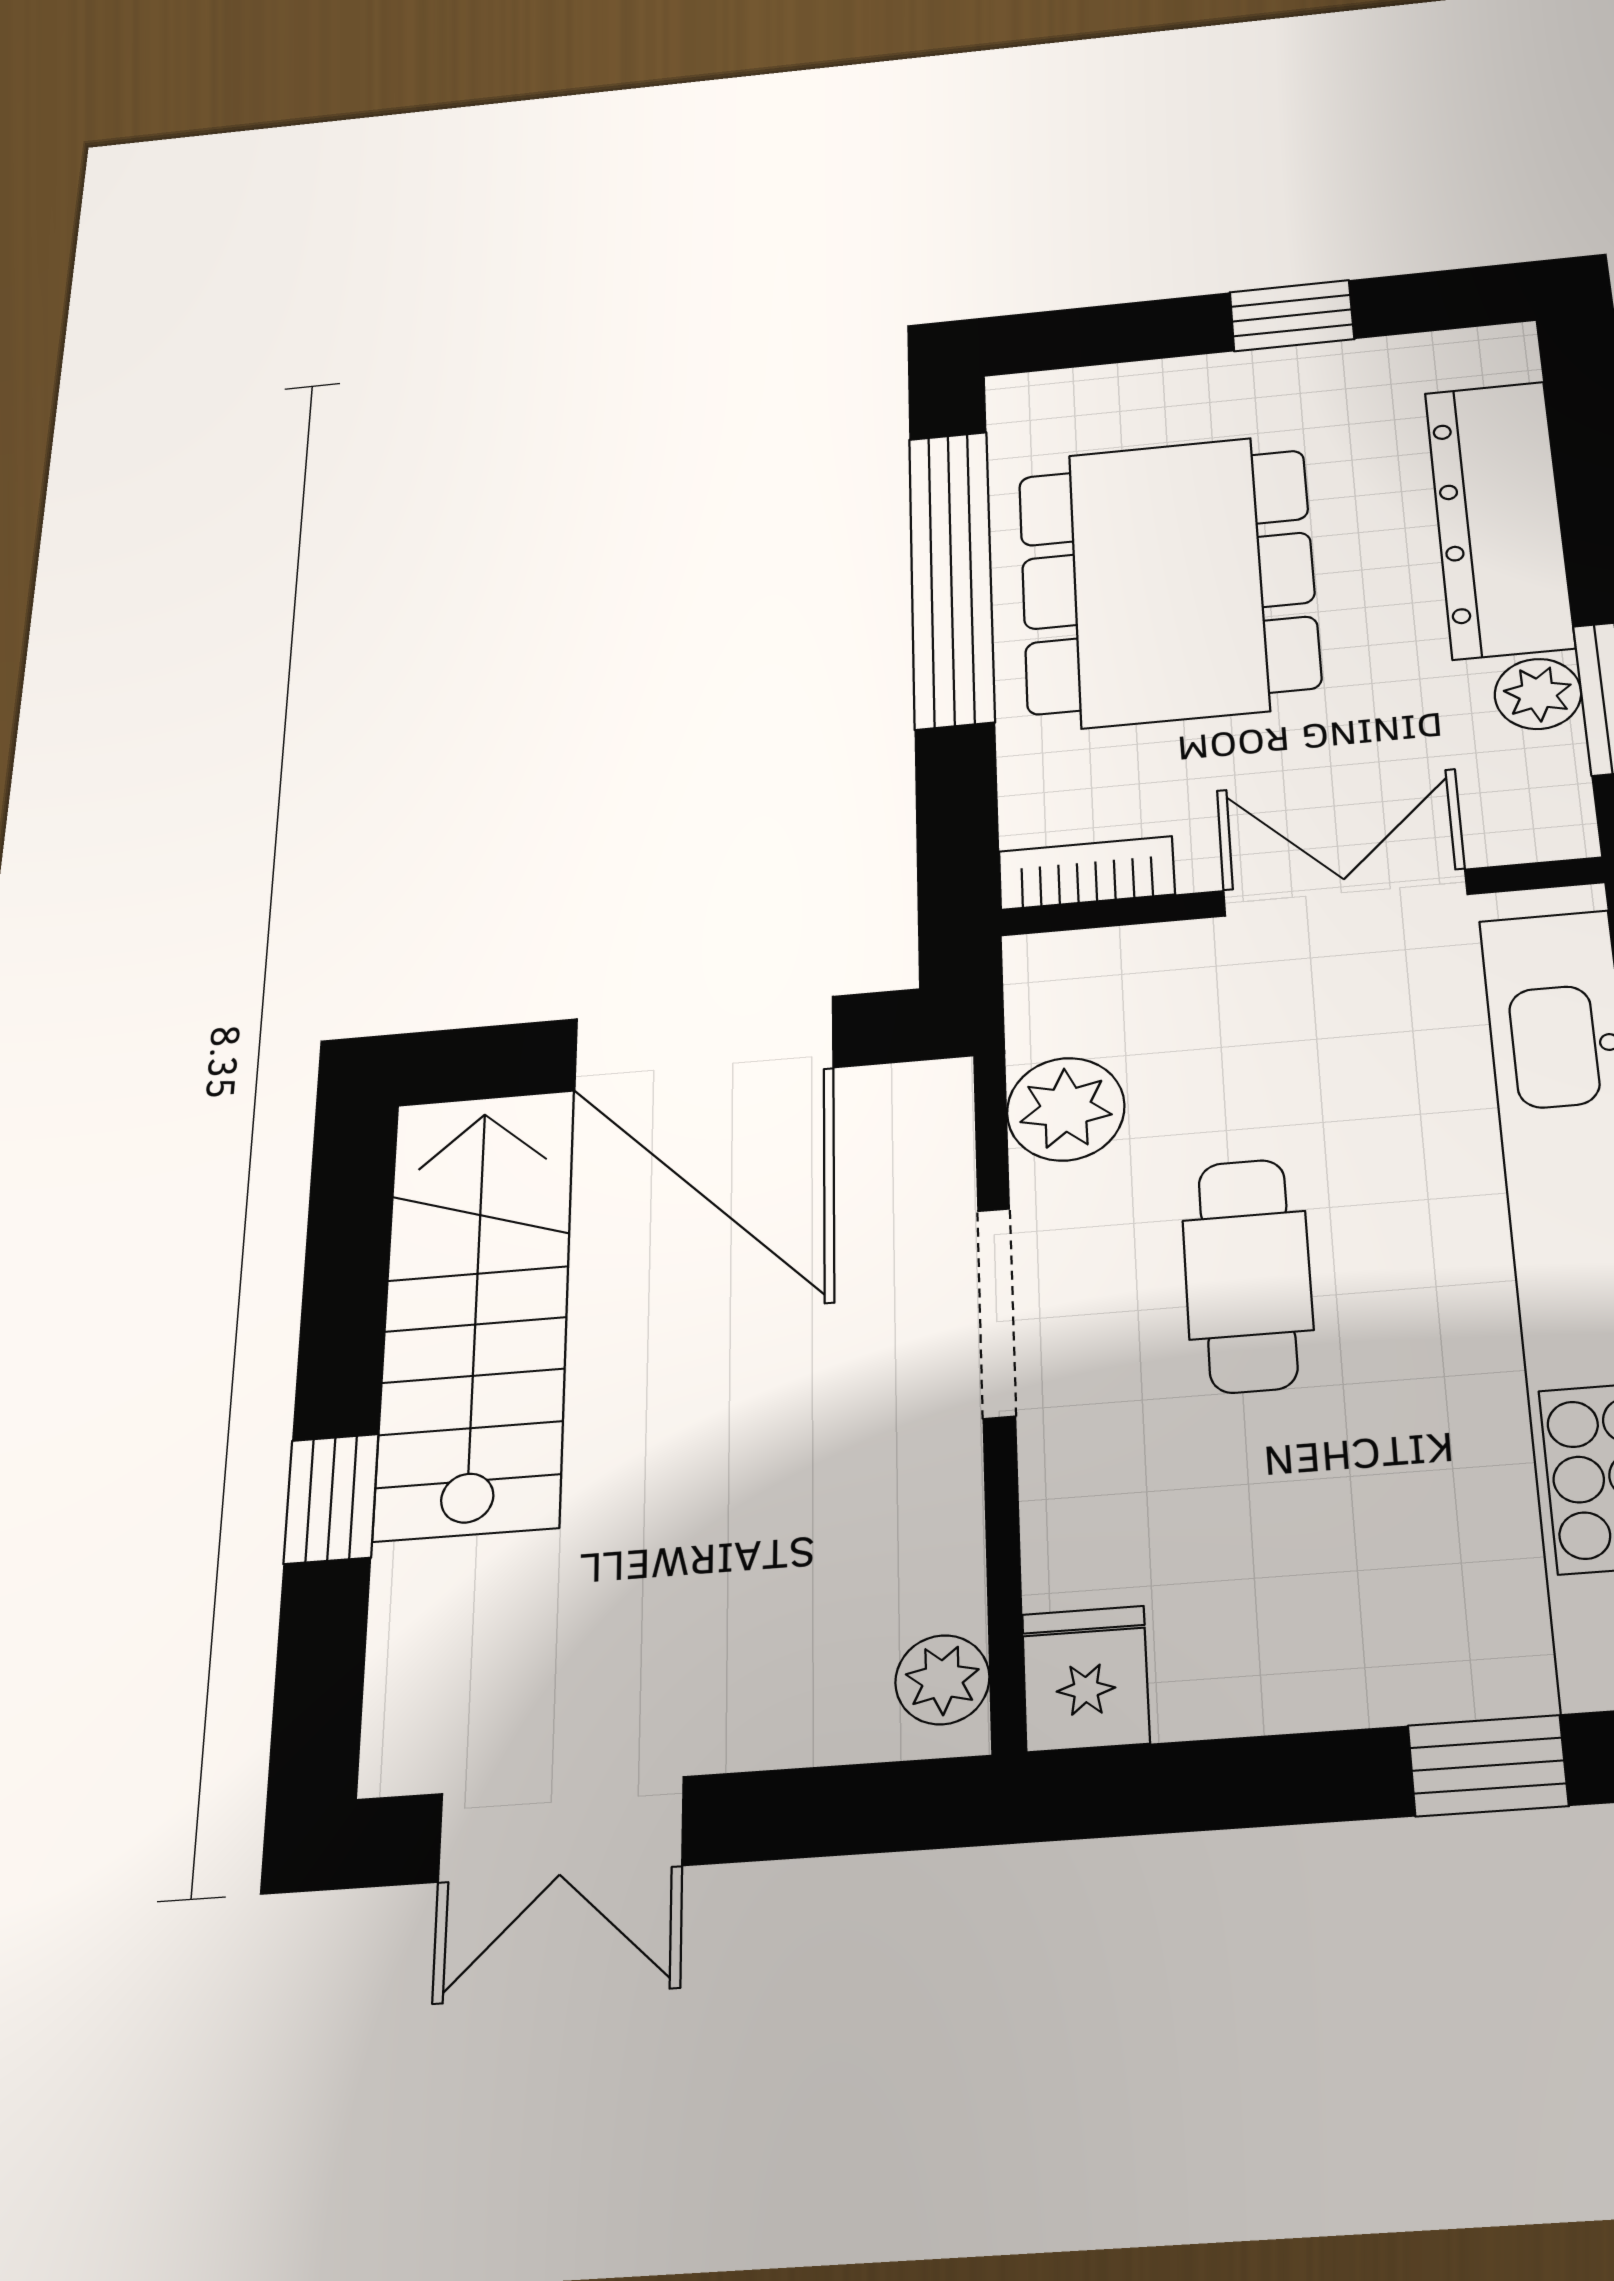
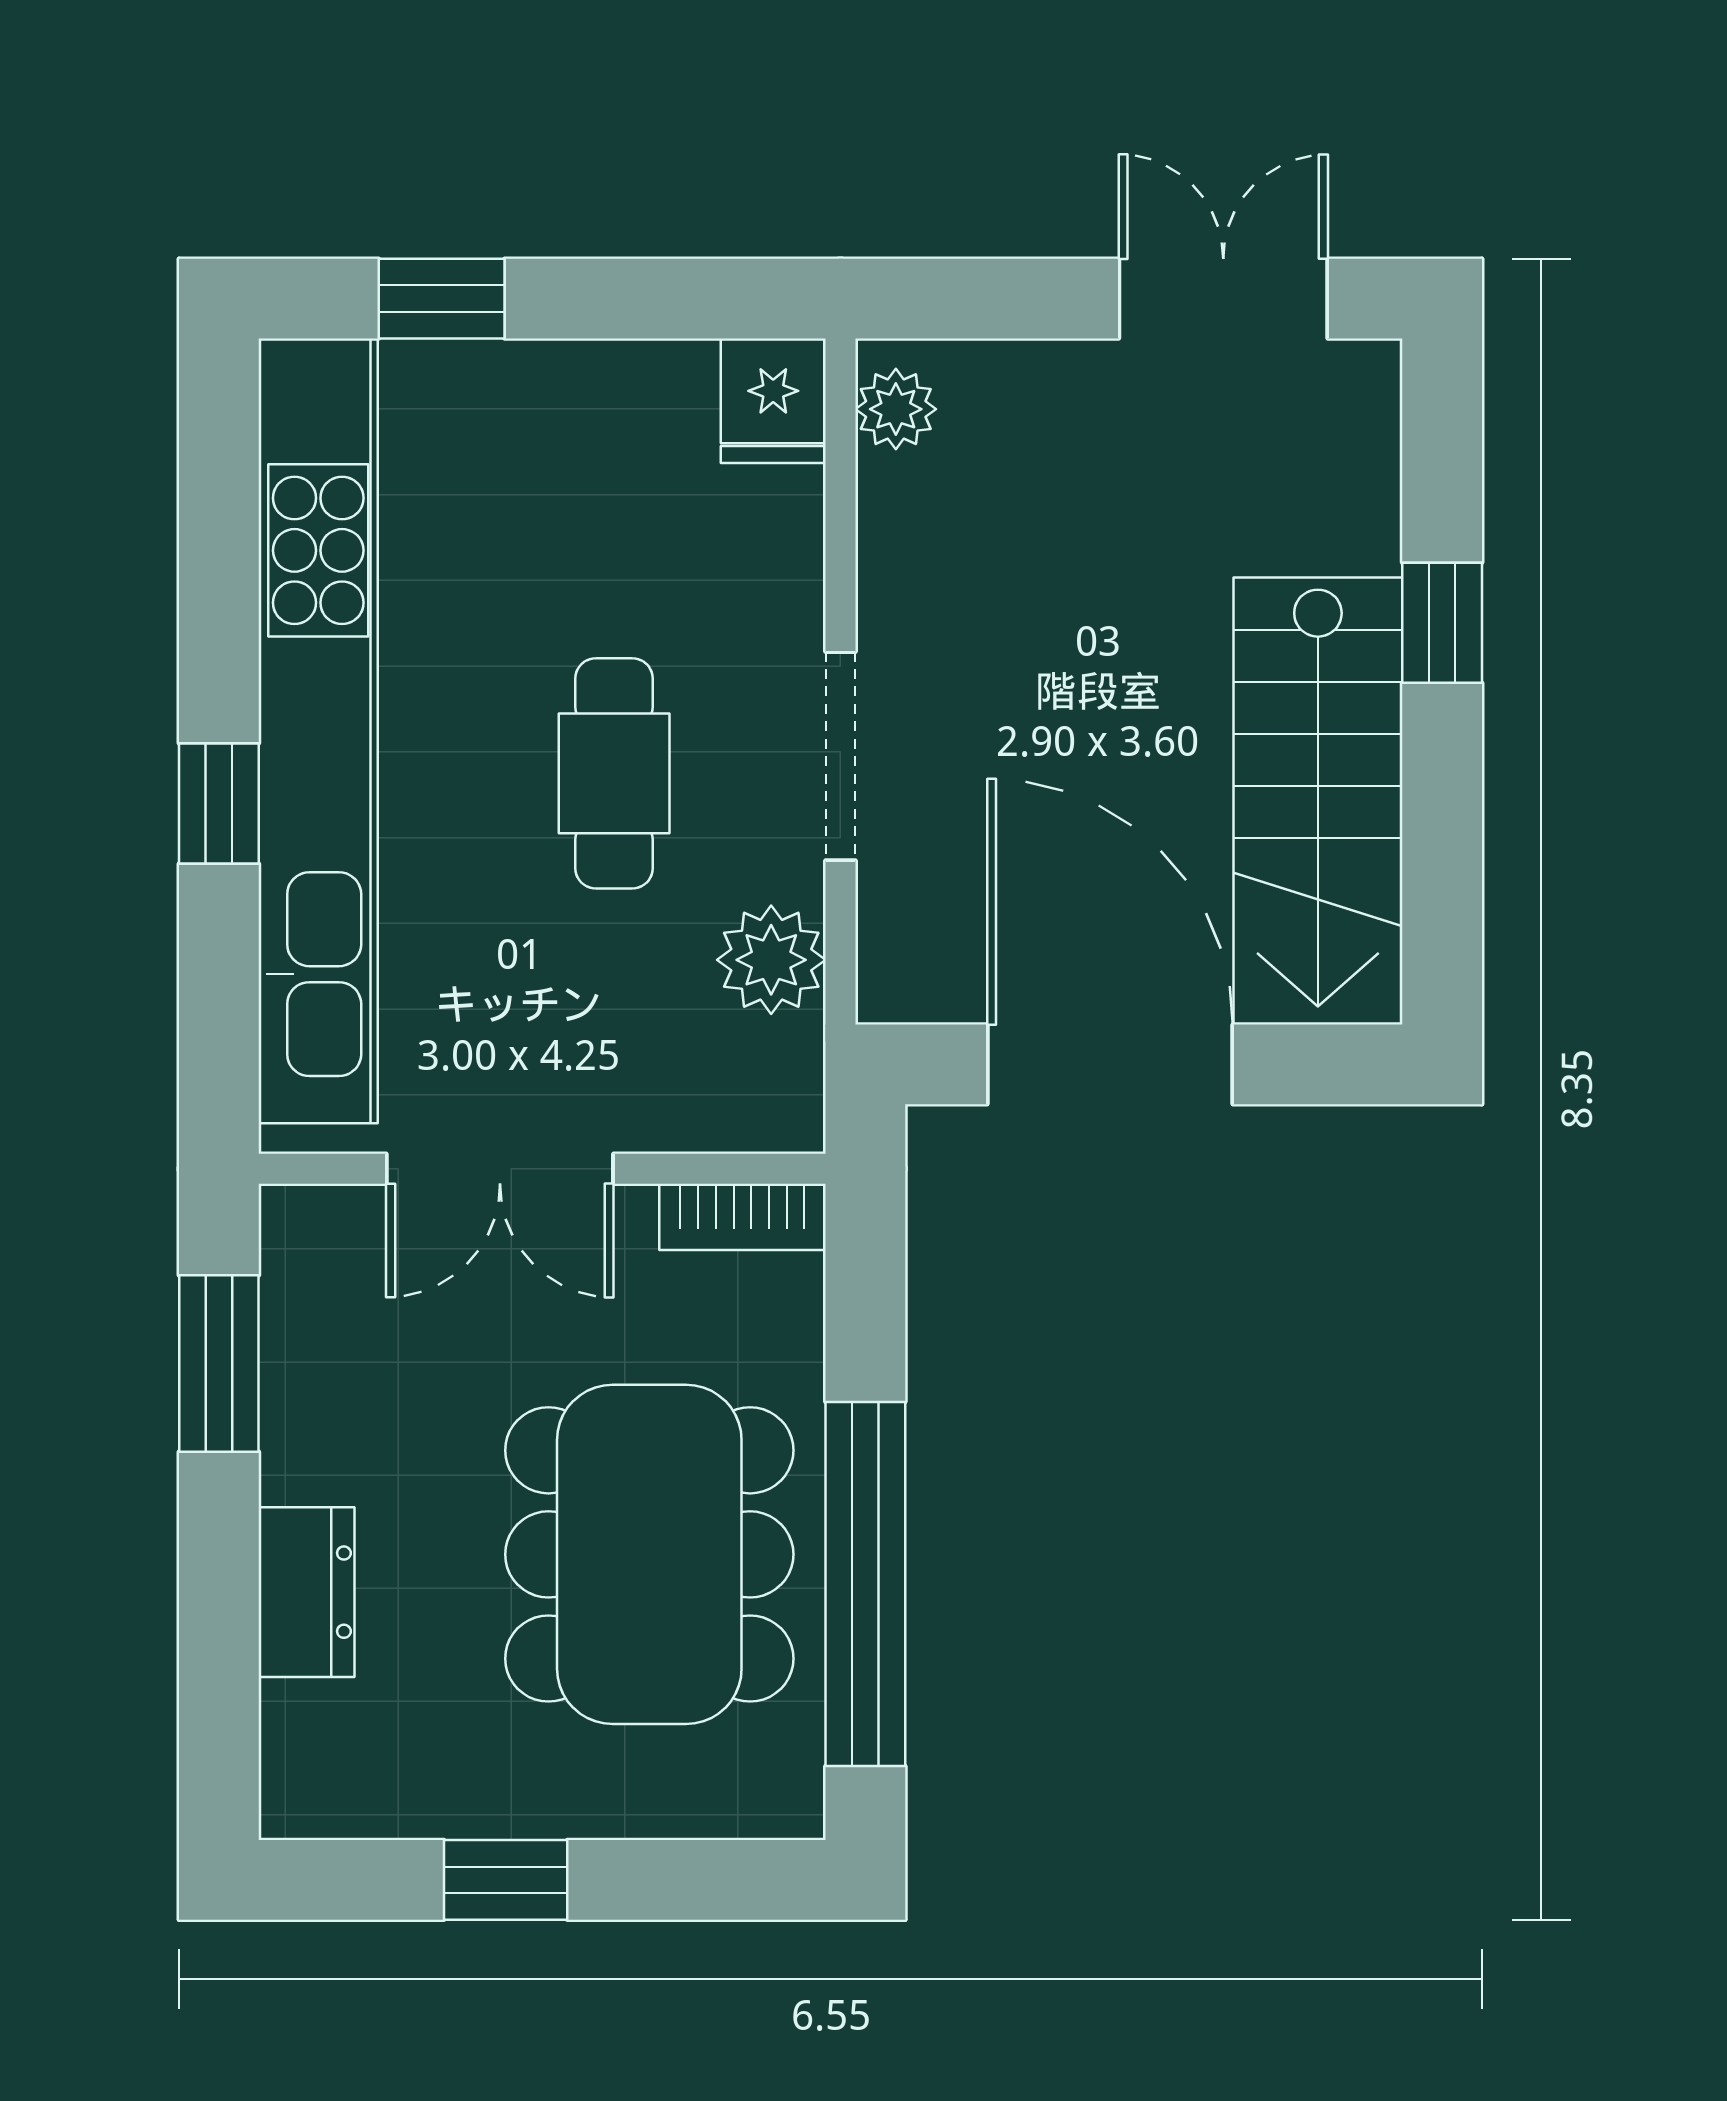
dresser: (1499, 518) -> (307, 1592), width x0.51, depth x0.80
plant: (1538, 694) -> (300, 1376), removed

